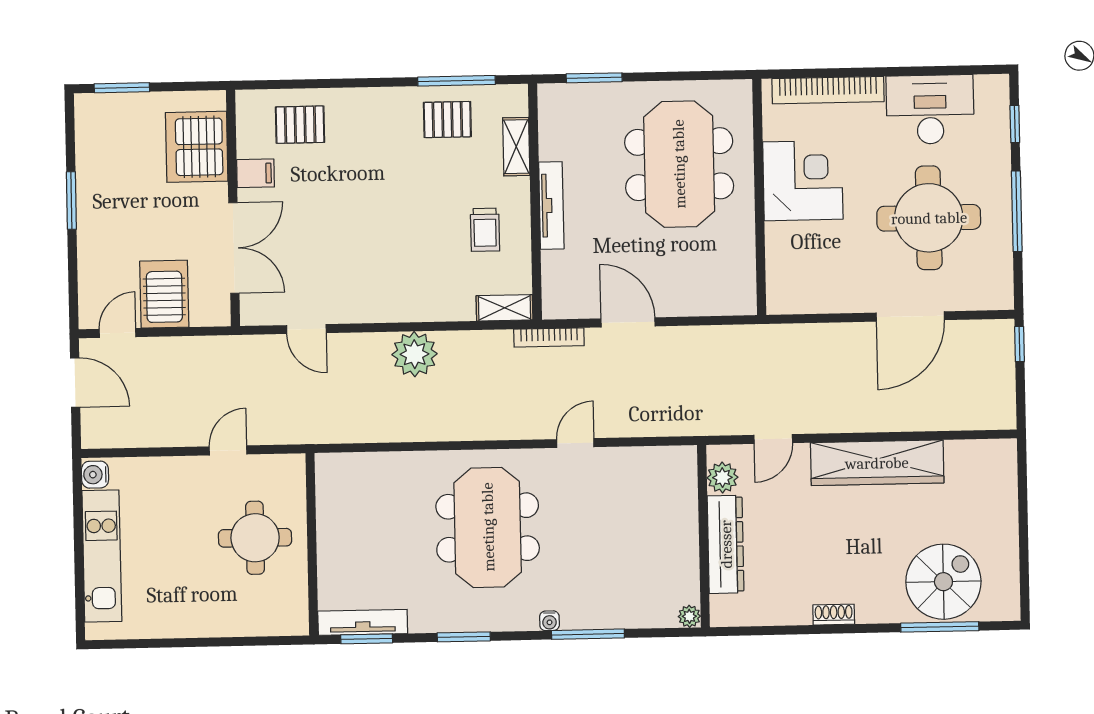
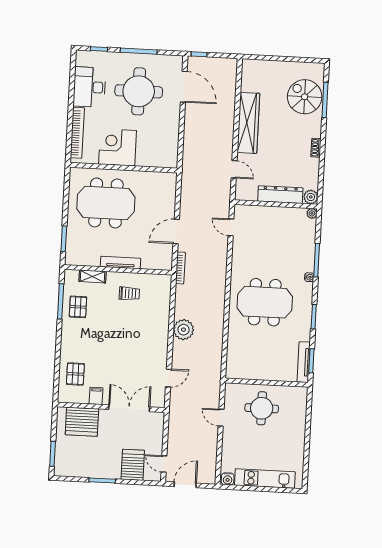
server rack: (164, 294) -> (133, 465), moved, turned 90
shelving: (505, 308) -> (165, 287), removed
door: (910, 316) -> (184, 87), moved
door: (575, 443) -> (231, 227), moved
plant: (722, 478) -> (311, 197), moved

